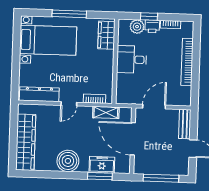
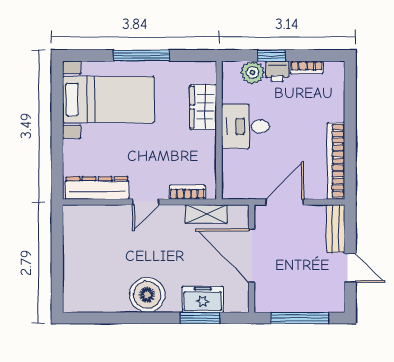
wardrobe: (106, 35) -> (203, 107), moved
bookcase: (187, 62) -> (336, 161), moved
wardrobe: (26, 142) -> (77, 267), removed

